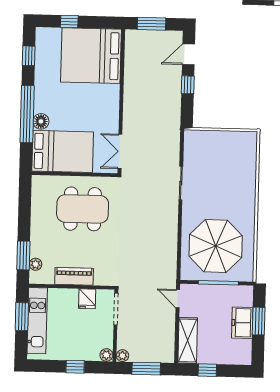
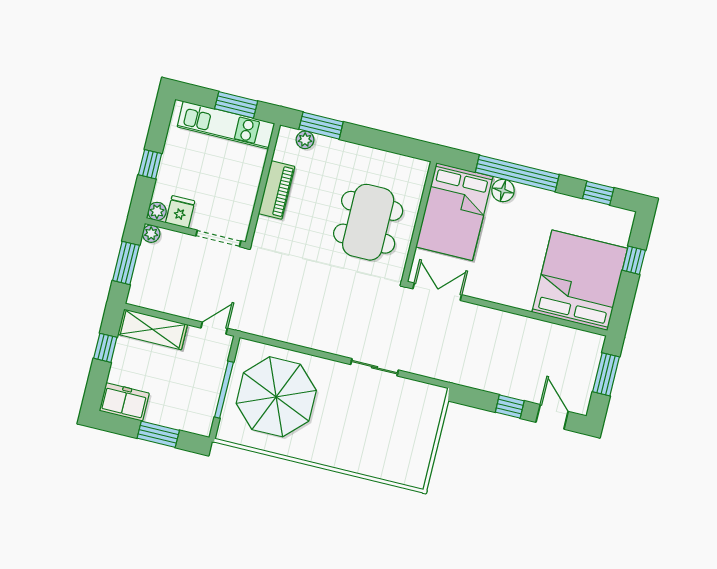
fridge: (87, 299) -> (180, 212), moved, turned 90
freezer: (242, 323) -> (124, 402), moved

